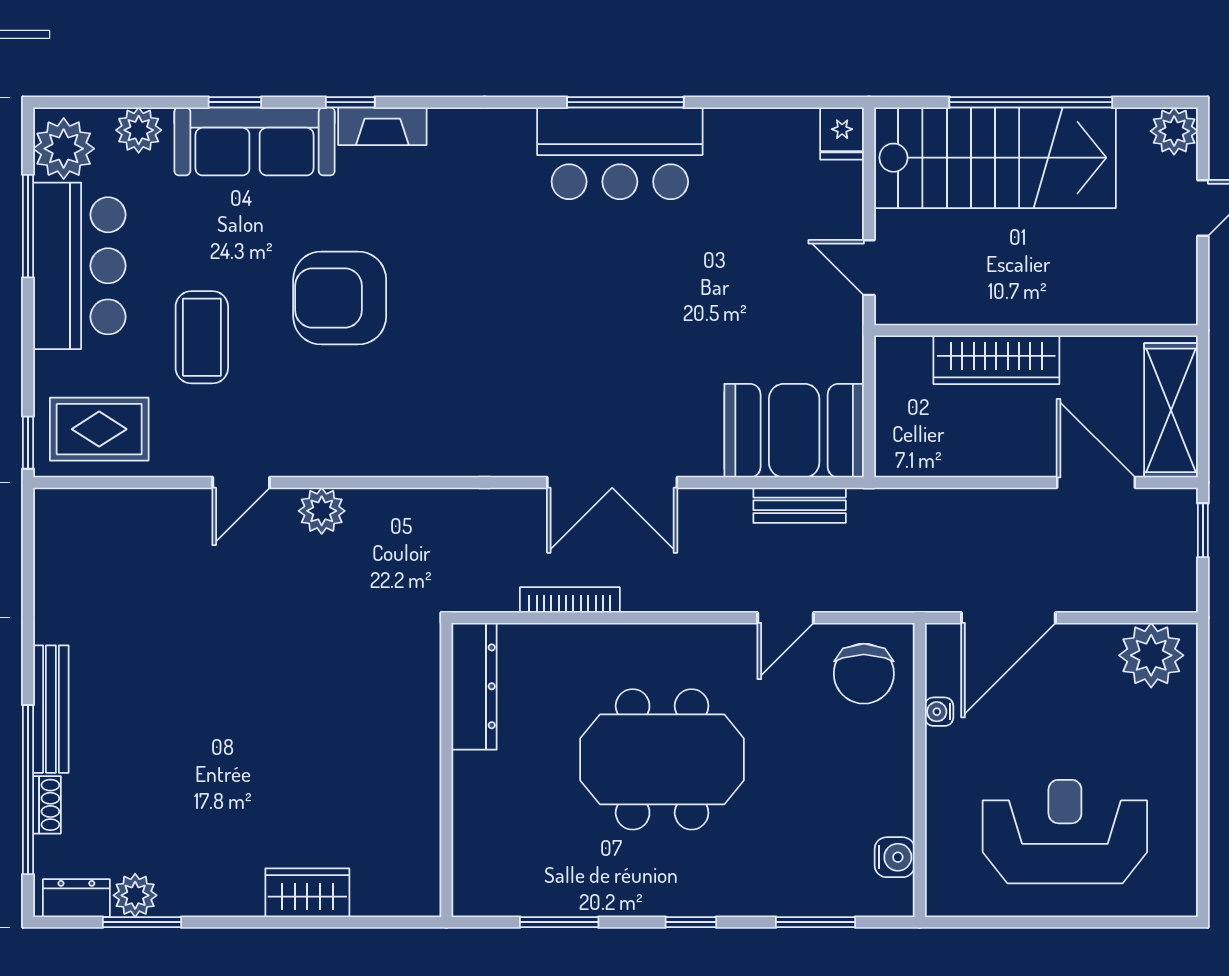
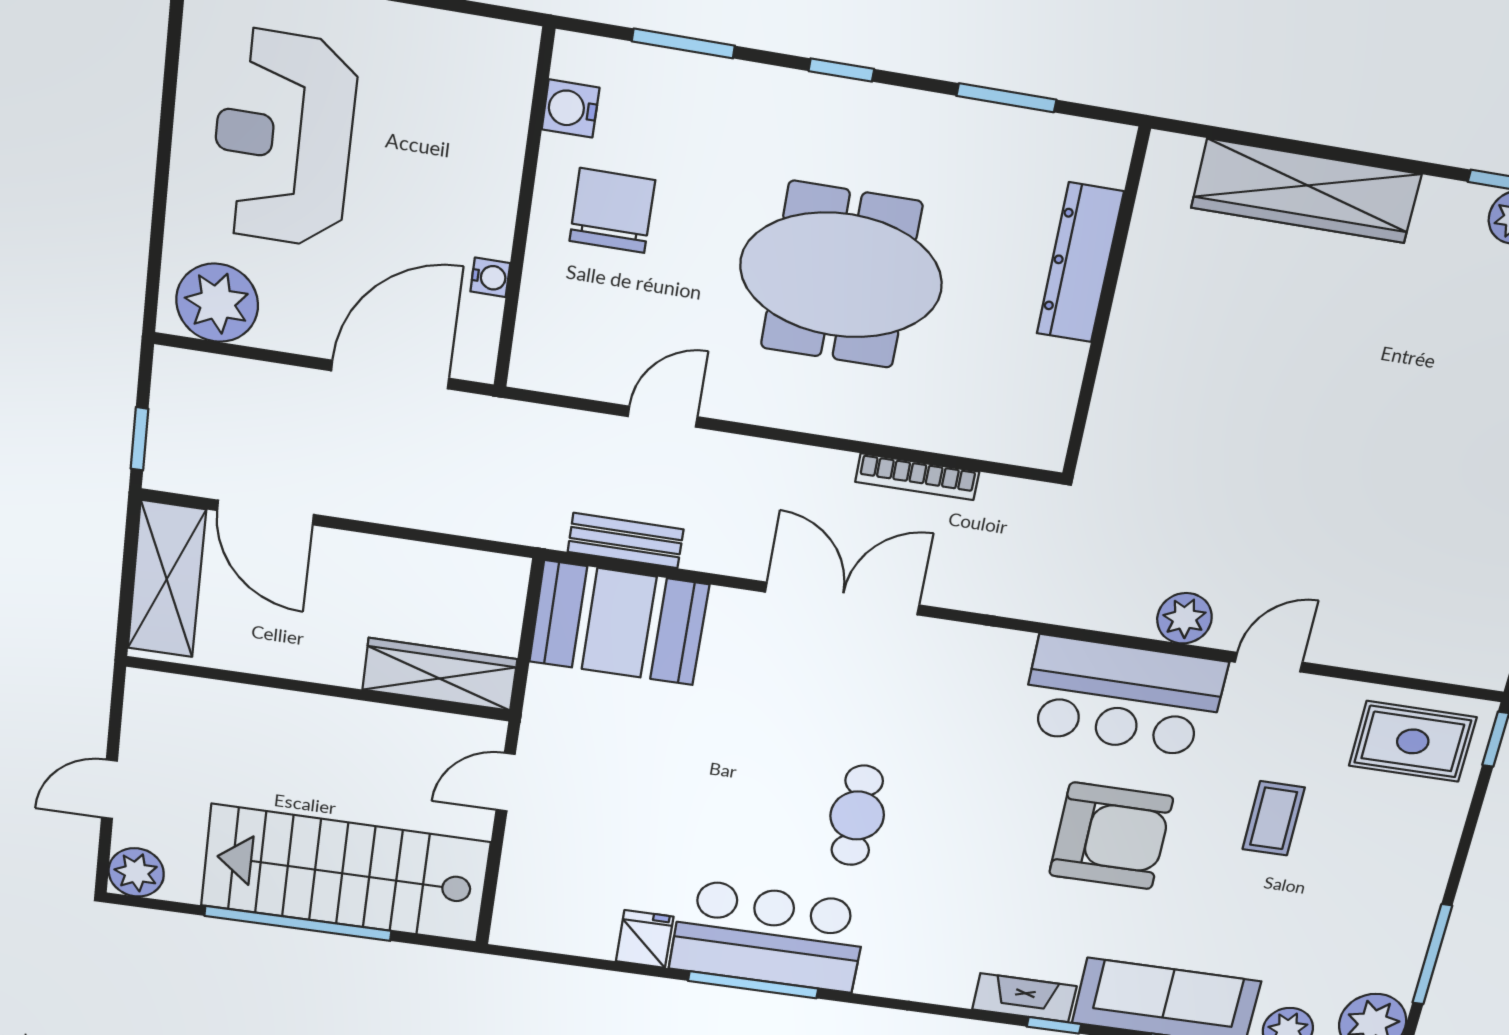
fridge: (842, 133) -> (645, 939), moved
bar counter: (79, 266) -> (1123, 697), moved, turned -90
door: (869, 268) -> (506, 782), swing flipped
cafe table: (563, 283) -> (857, 815), added
coffee table: (202, 337) -> (1274, 818), width x0.73, depth x0.77
wardrobe: (996, 360) -> (440, 674), moved
chair: (864, 674) -> (612, 211), moved
dresser: (474, 686) -> (1080, 263), moved
reception desk: (1065, 832) -> (283, 138), moved, turned 90
wardrobe: (307, 893) -> (1306, 191), width x2.10, depth x1.17

